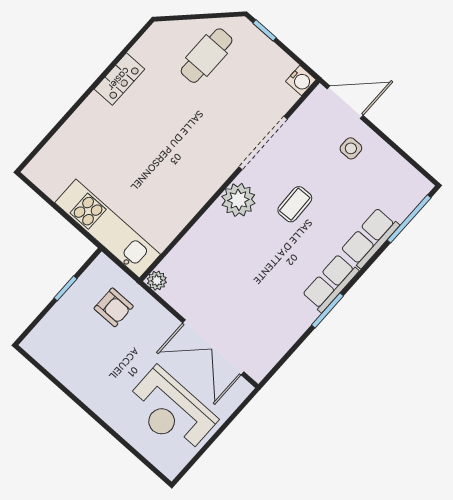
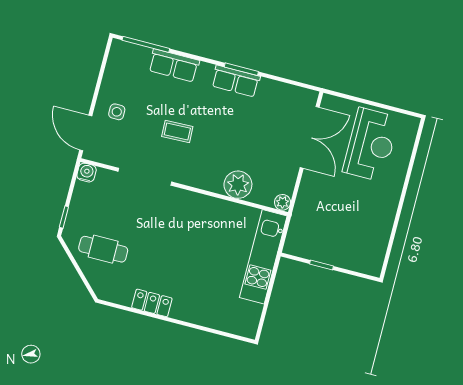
plant: (238, 200) -> (238, 185), moved
row of seats: (330, 283) -> (236, 81), moved
armchair: (114, 307) -> (317, 223), removed

